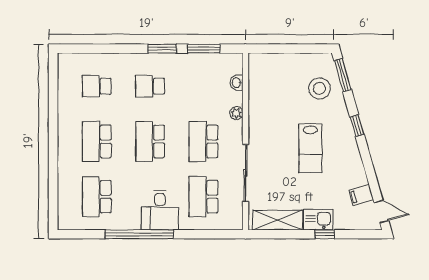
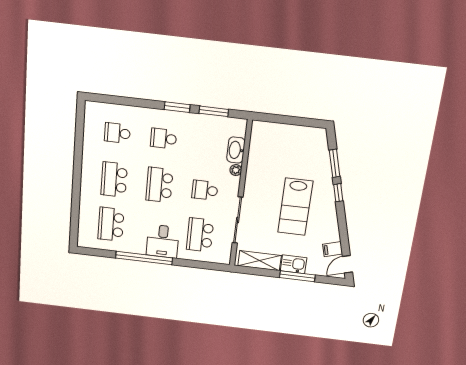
window: (343, 75) -> (335, 163), moved
washbasin: (237, 83) -> (236, 150), width x1.91, depth x1.45
stool: (319, 88) -> (311, 158), removed
school desk: (203, 141) -> (205, 190), width x0.54
lab bench: (310, 148) -> (295, 207), width x1.36, depth x1.39
door: (381, 212) -> (347, 264), swing flipped
window: (325, 234) -> (297, 276), width x2.17

